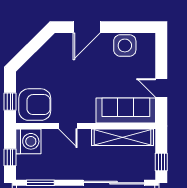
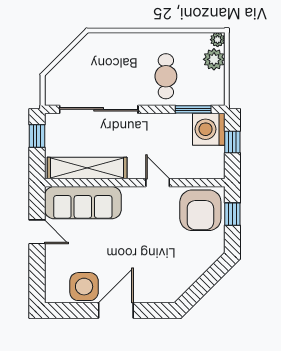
door: (87, 27) -> (116, 310), moved
armchair: (35, 105) -> (200, 210), turned -90
washing machine: (28, 141) -> (209, 129), moved

